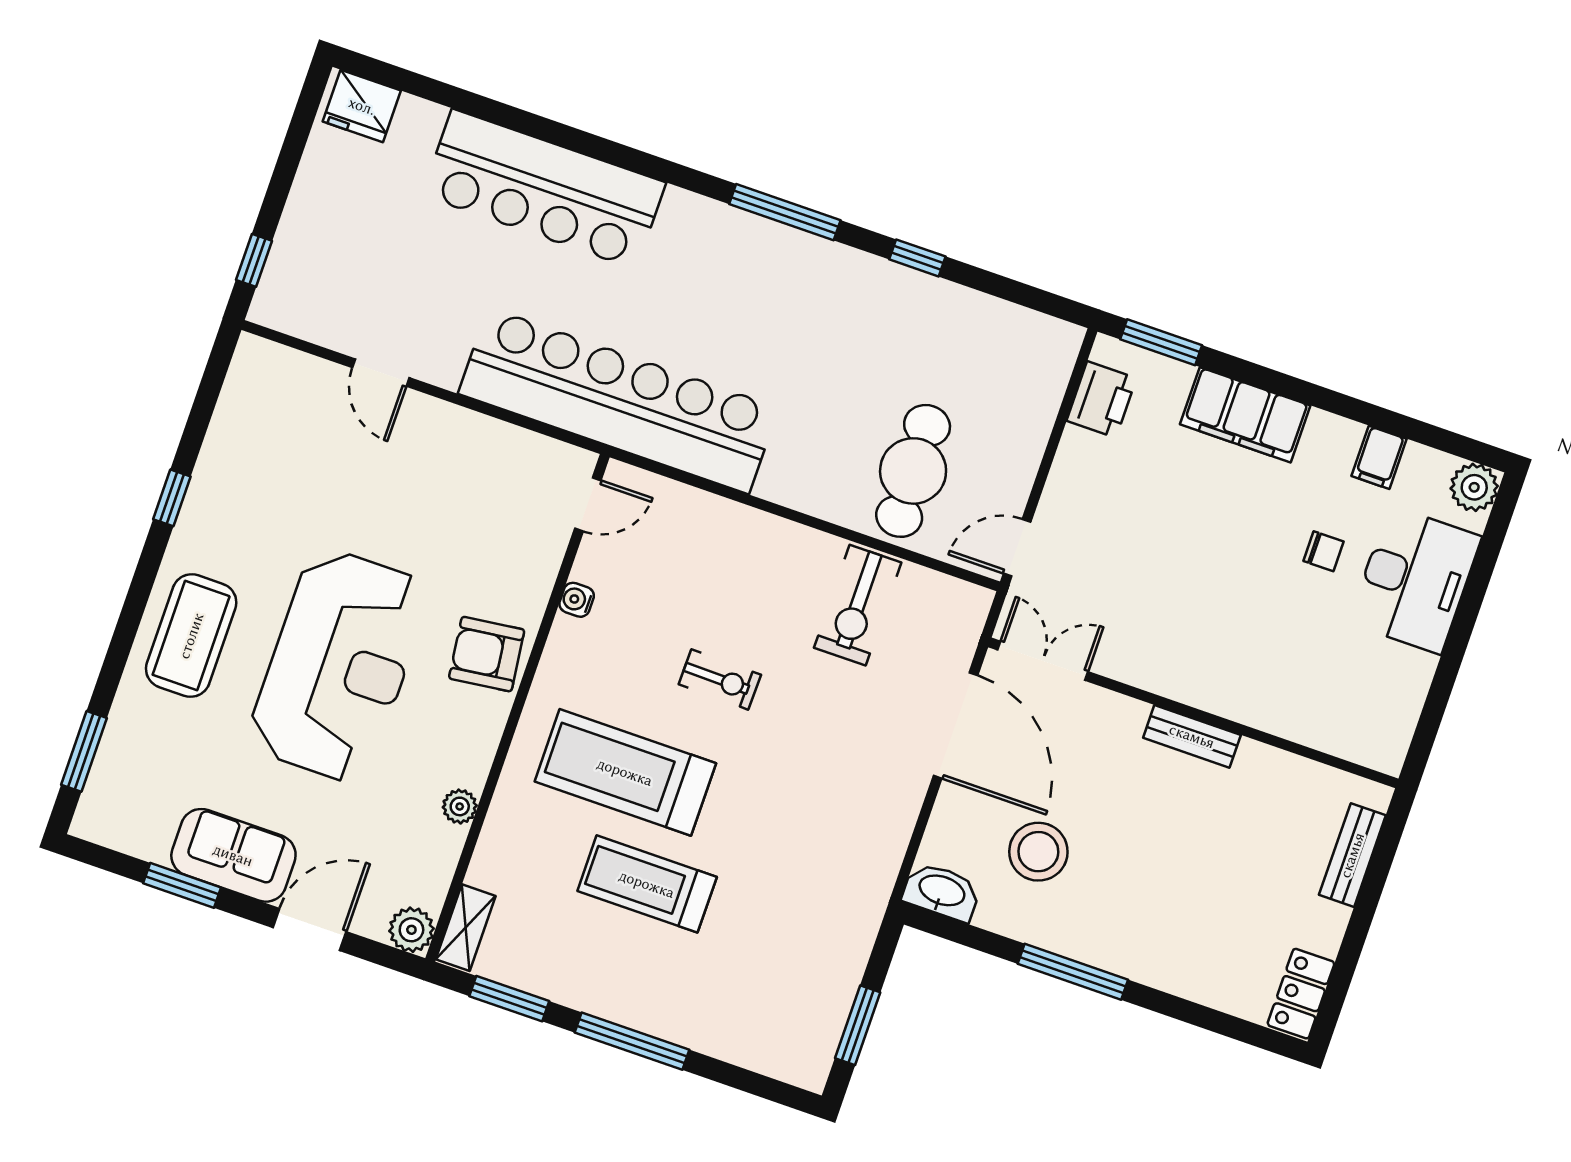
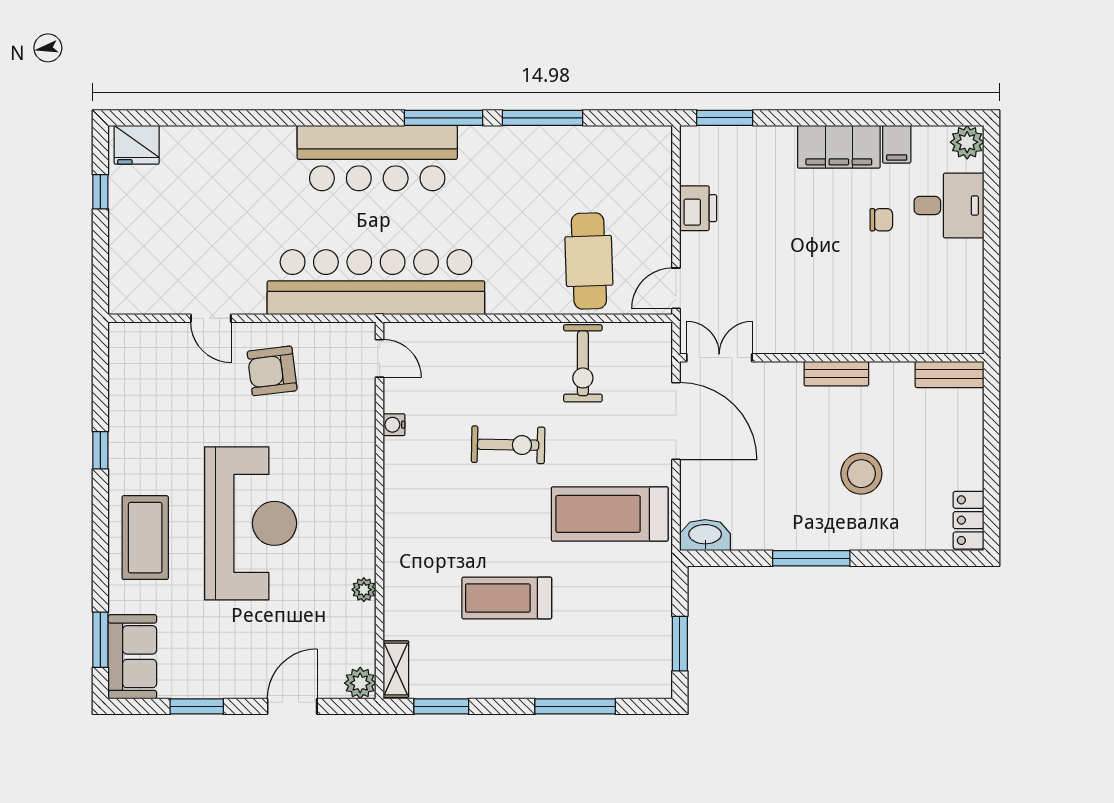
bar counter: (544, 189) -> (377, 158), moved
window: (917, 258) -> (543, 118), width x2.17
window: (254, 260) -> (100, 192), moved
printer: (1102, 399) -> (698, 208), moved
filing cabinet: (1245, 415) -> (839, 147), moved
door: (588, 504) -> (380, 358), hinge flipped
desk: (1415, 580) -> (949, 205), width x0.73
armchair: (487, 654) -> (272, 371), moved
exercise bike: (720, 679) -> (508, 445), width x1.38, depth x1.39
treadmill: (625, 772) -> (610, 514), moved
stool: (1038, 852) -> (861, 474), moved
sofa: (233, 855) -> (132, 657), moved, turned 90
bench: (1352, 855) -> (950, 374), moved, turned 90
window: (632, 1041) -> (575, 706), moved

